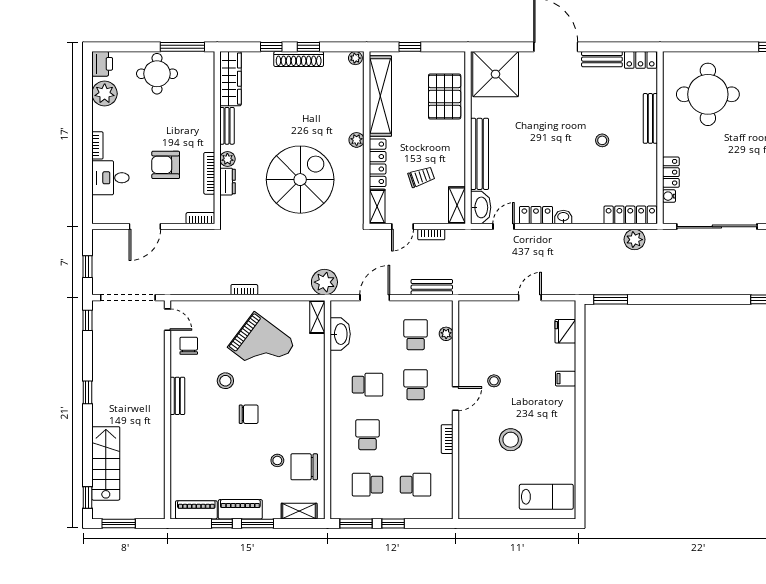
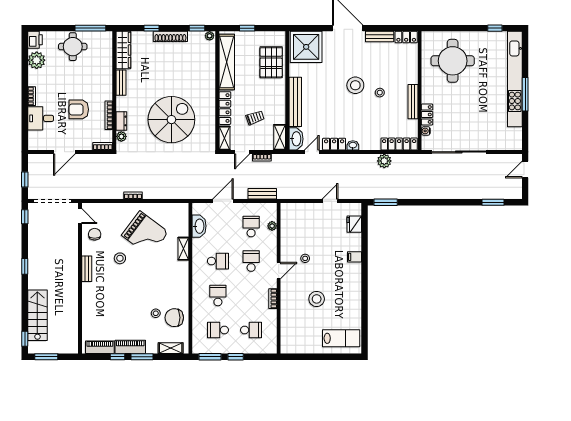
window: (308, 47) -> (197, 28), moved
bench: (650, 118) -> (413, 102), moved
stool: (567, 130) -> (355, 85), added
plant: (357, 140) -> (210, 92), removed
plant: (227, 159) -> (121, 136), moved
plant: (634, 240) -> (384, 161), moved
plant: (324, 282) -> (188, 190), removed
shelving: (317, 317) -> (183, 249), moved
chair: (249, 414) -> (136, 281), removed

